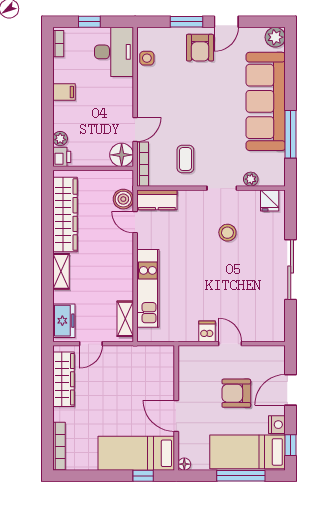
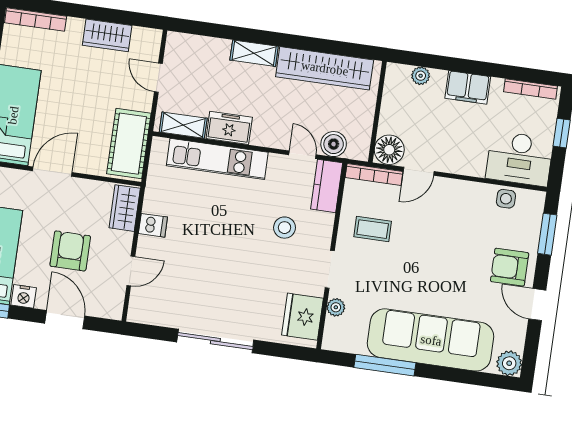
window: (186, 22) -> (547, 234), moved
bookcase: (58, 44) -> (531, 89), width x1.56
filing cabinet: (64, 92) -> (468, 87), width x2.00
door: (135, 129) -> (419, 171), hinge flipped
printer: (62, 157) -> (397, 74), removed
fridge: (270, 201) -> (303, 317), width x1.88, depth x1.34
door: (135, 222) -> (302, 155), hinge flipped
stool: (227, 233) -> (285, 228), moved
freezer: (64, 321) -> (229, 128), moved, turned 180
door: (230, 344) -> (131, 271), moved
wardrobe: (197, 355) -> (125, 208), added
cot: (146, 359) -> (129, 144), added
wardrobe: (63, 379) -> (107, 35), width x0.67

